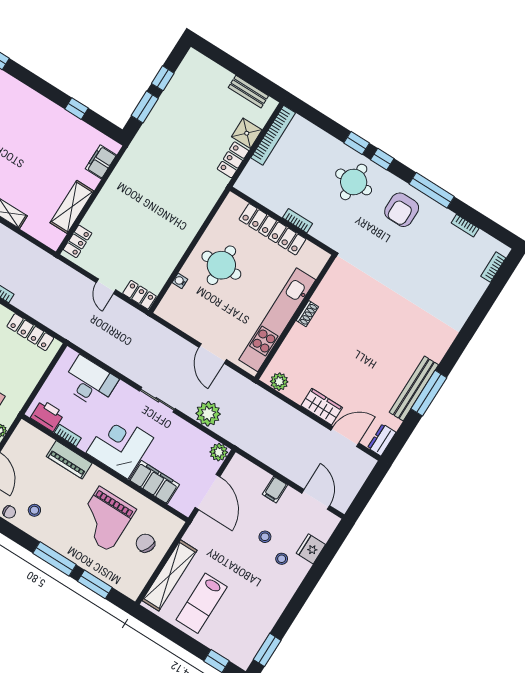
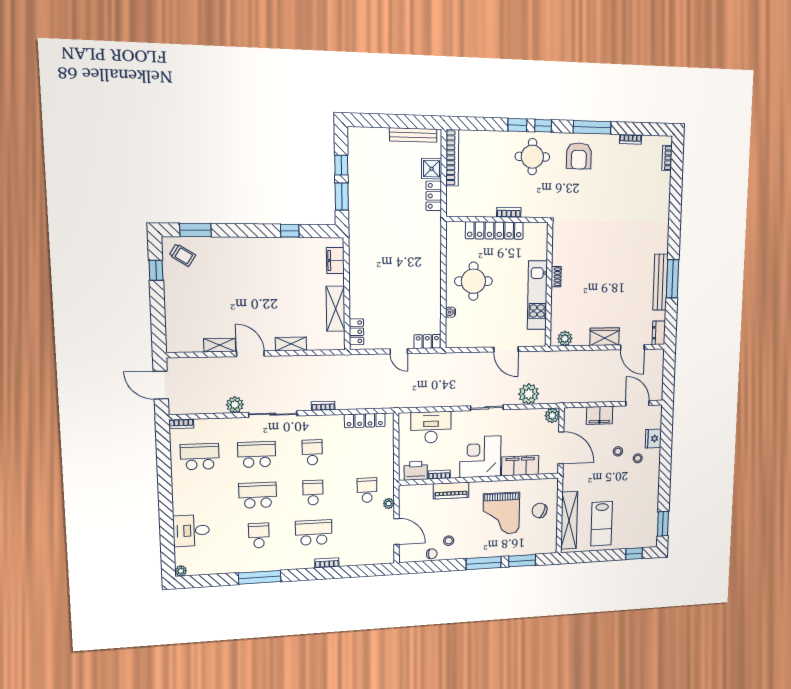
bench: (248, 92) -> (413, 135), width x1.36
kitchen unit: (277, 320) -> (537, 295), width x0.73
door: (345, 437) -> (632, 347), swing flipped
filing cabinet: (275, 490) -> (600, 415), width x2.00

